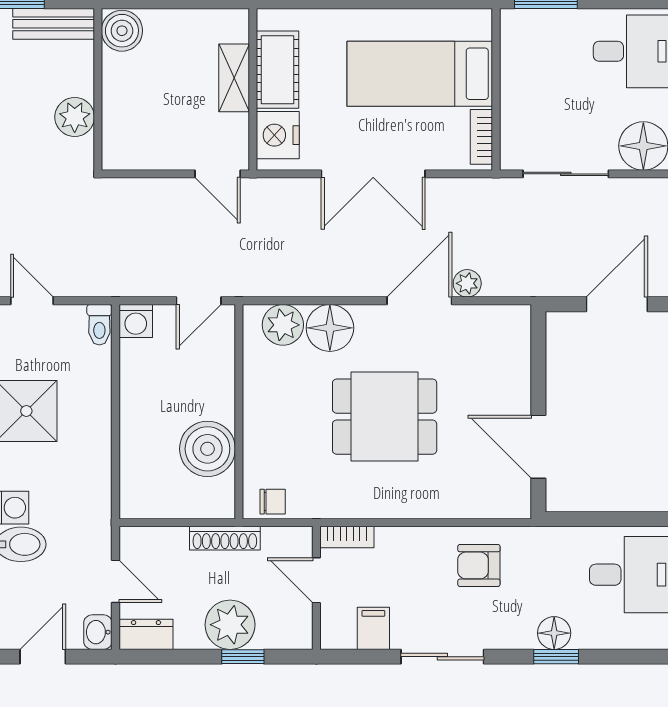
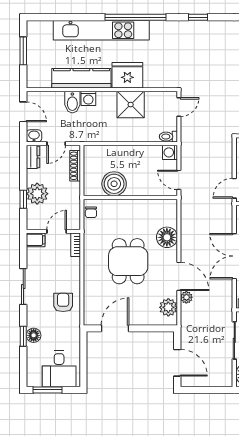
plant: (283, 325) -> (168, 307), moved
shoe rack: (225, 538) -> (75, 166), moved
filing cabinet: (373, 628) -> (36, 240), moved

